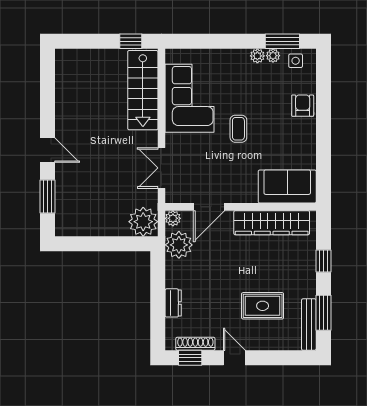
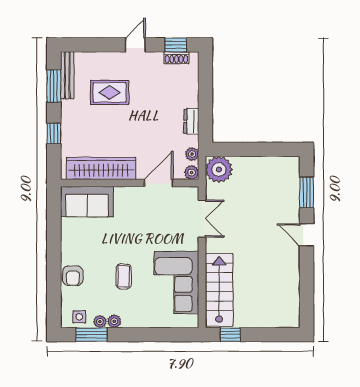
coffee table: (238, 129) -> (124, 276), moved
plant: (179, 245) -> (192, 154), width x0.53, depth x0.53
dresser: (173, 303) -> (191, 121), moved
shoe rack: (195, 344) -> (176, 58), width x0.70
door: (234, 358) -> (135, 45), swing flipped

